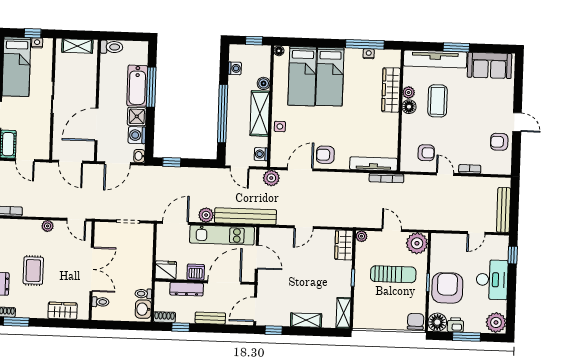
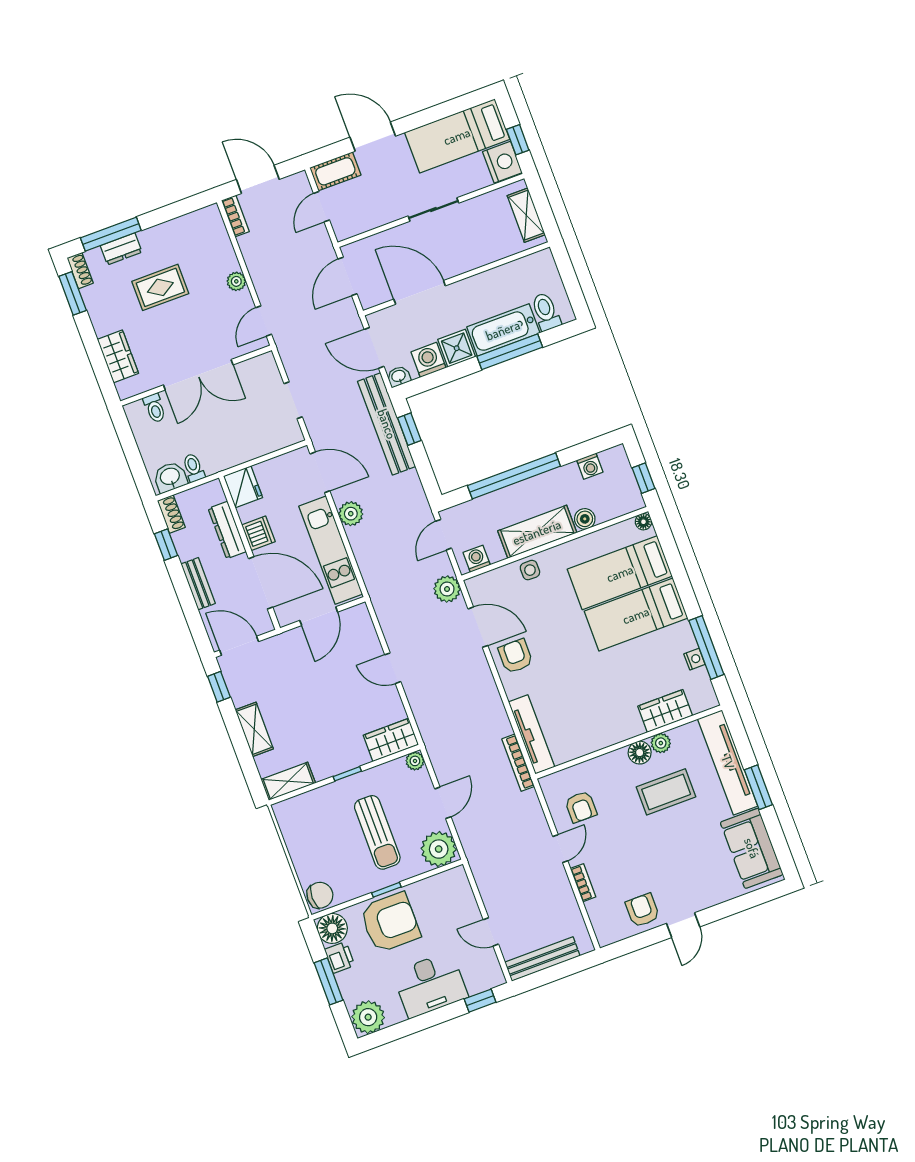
nightstand: (37, 43) -> (502, 162), width x1.89, depth x1.79
toilet: (112, 47) -> (546, 312), moved, turned 180
wardrobe: (391, 90) -> (665, 711), width x0.67
bench: (245, 216) -> (387, 424), moved

